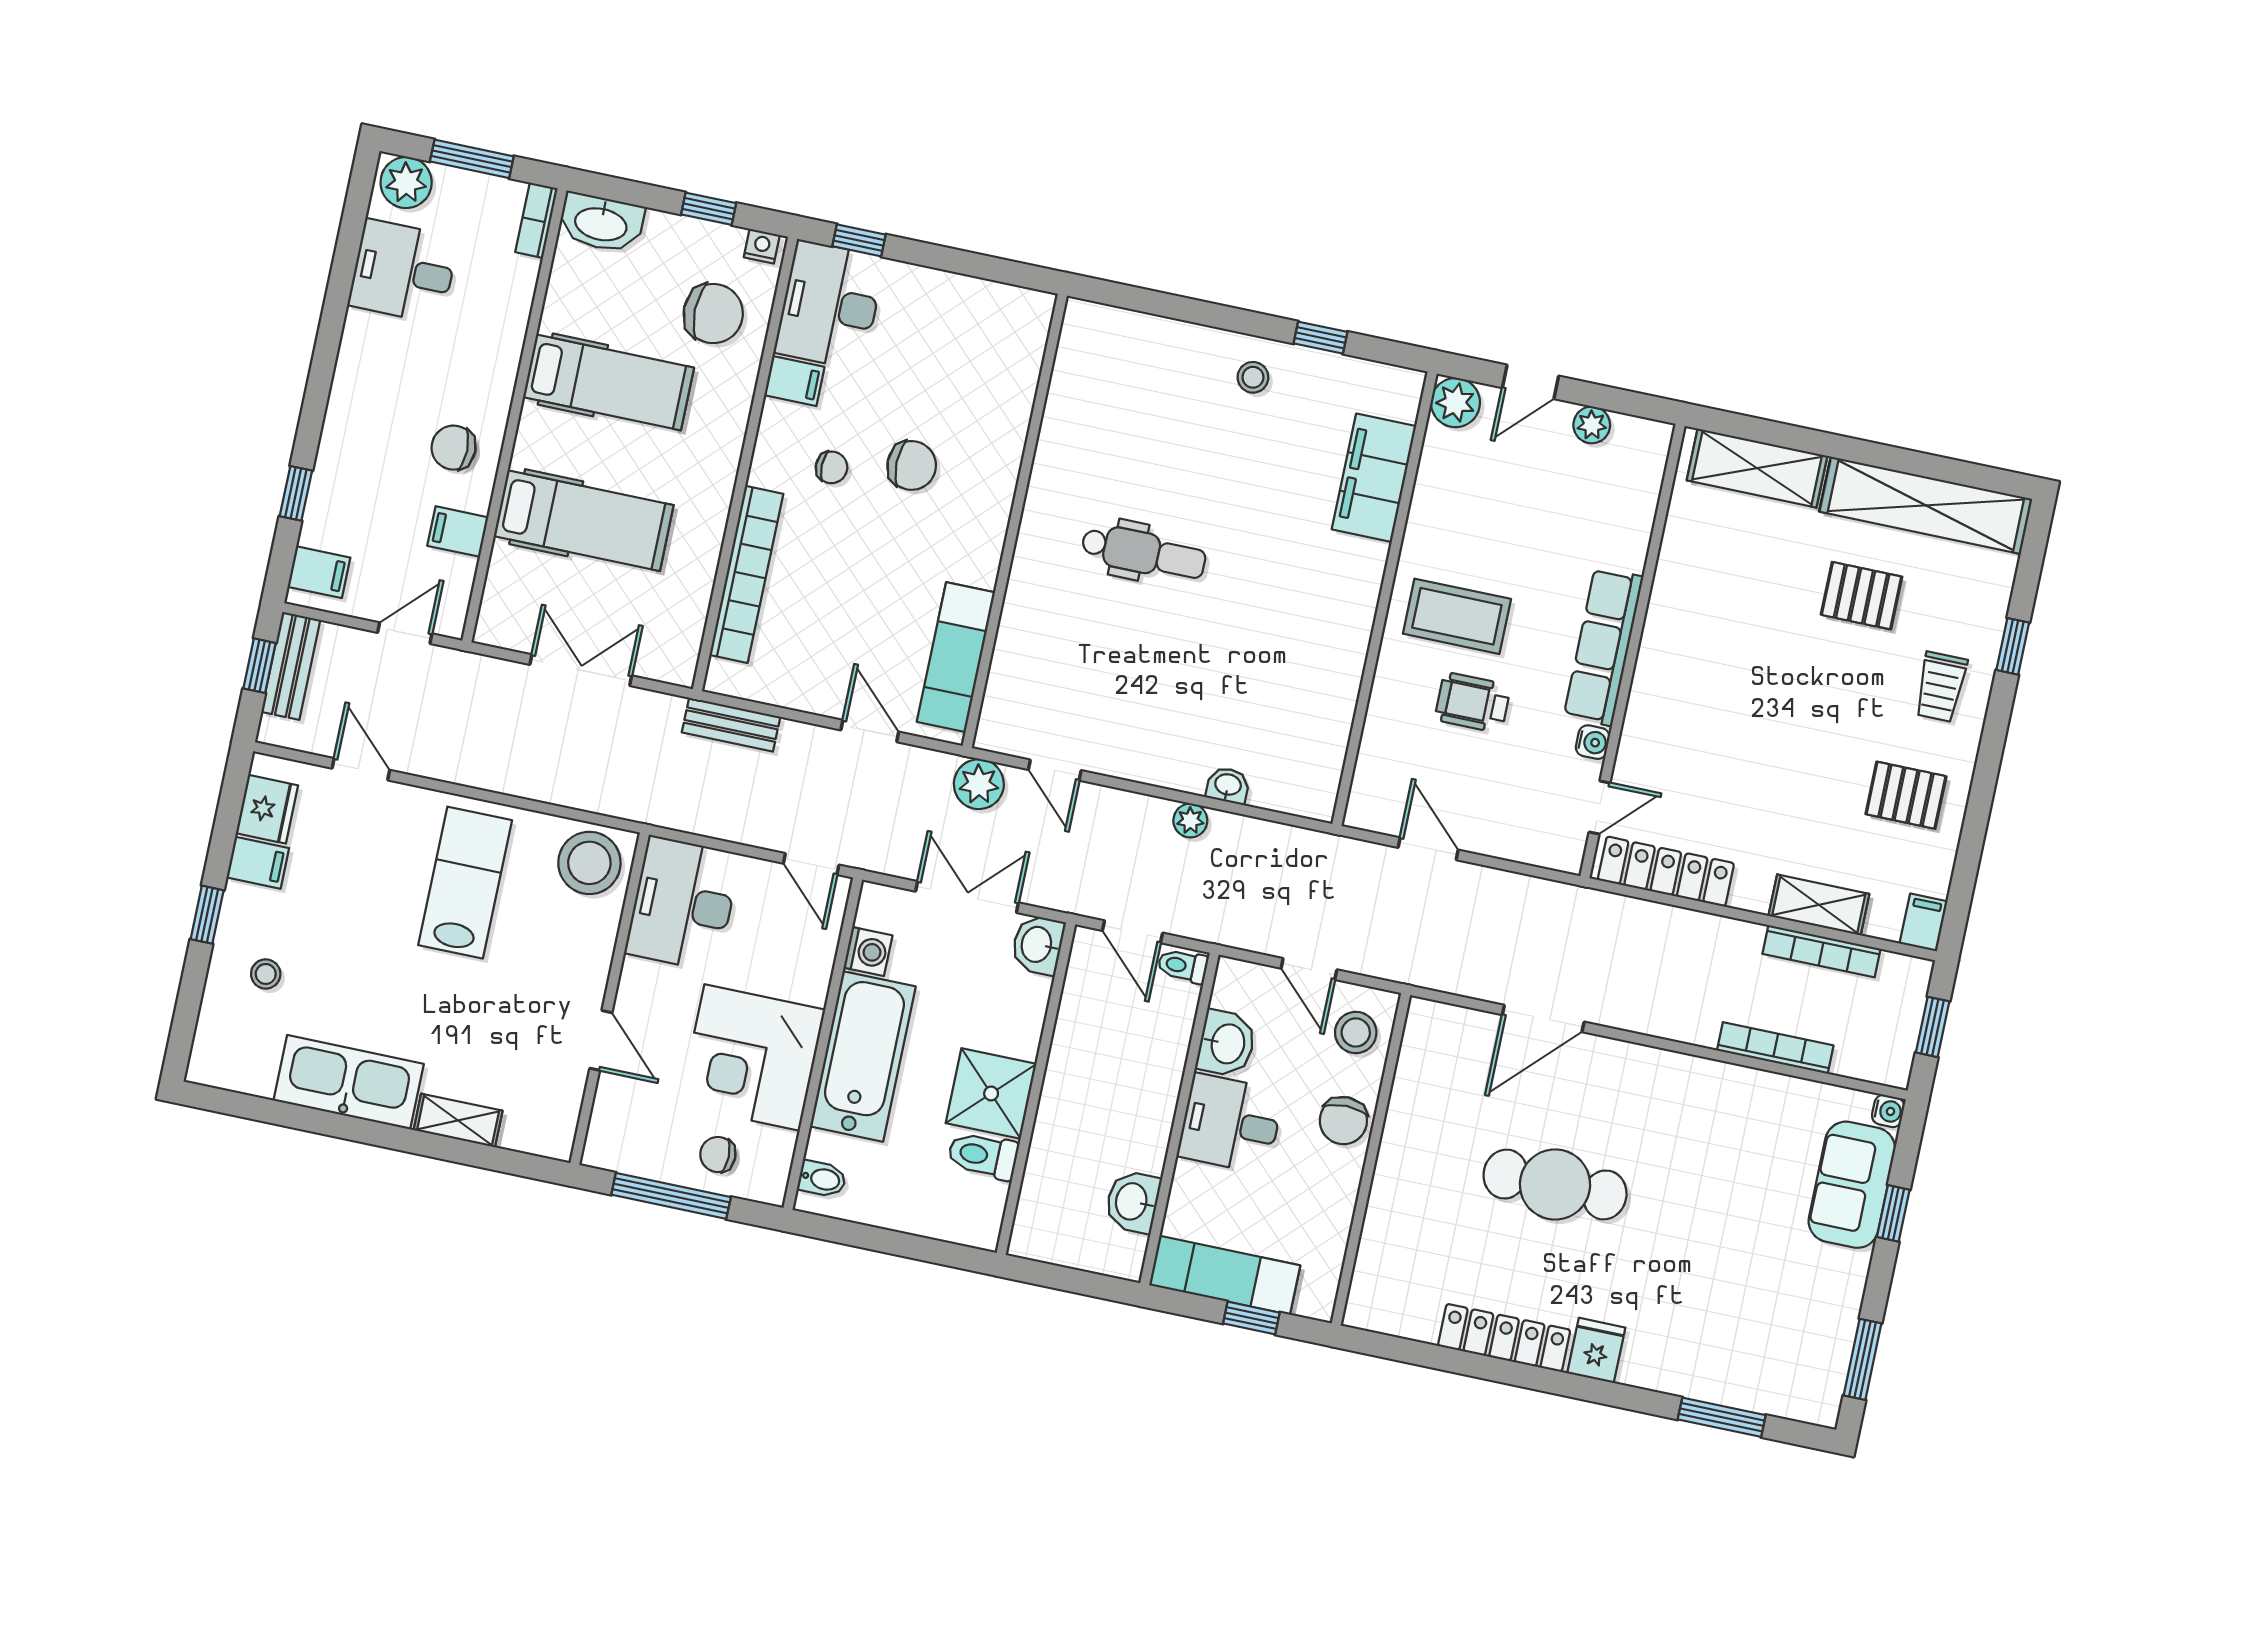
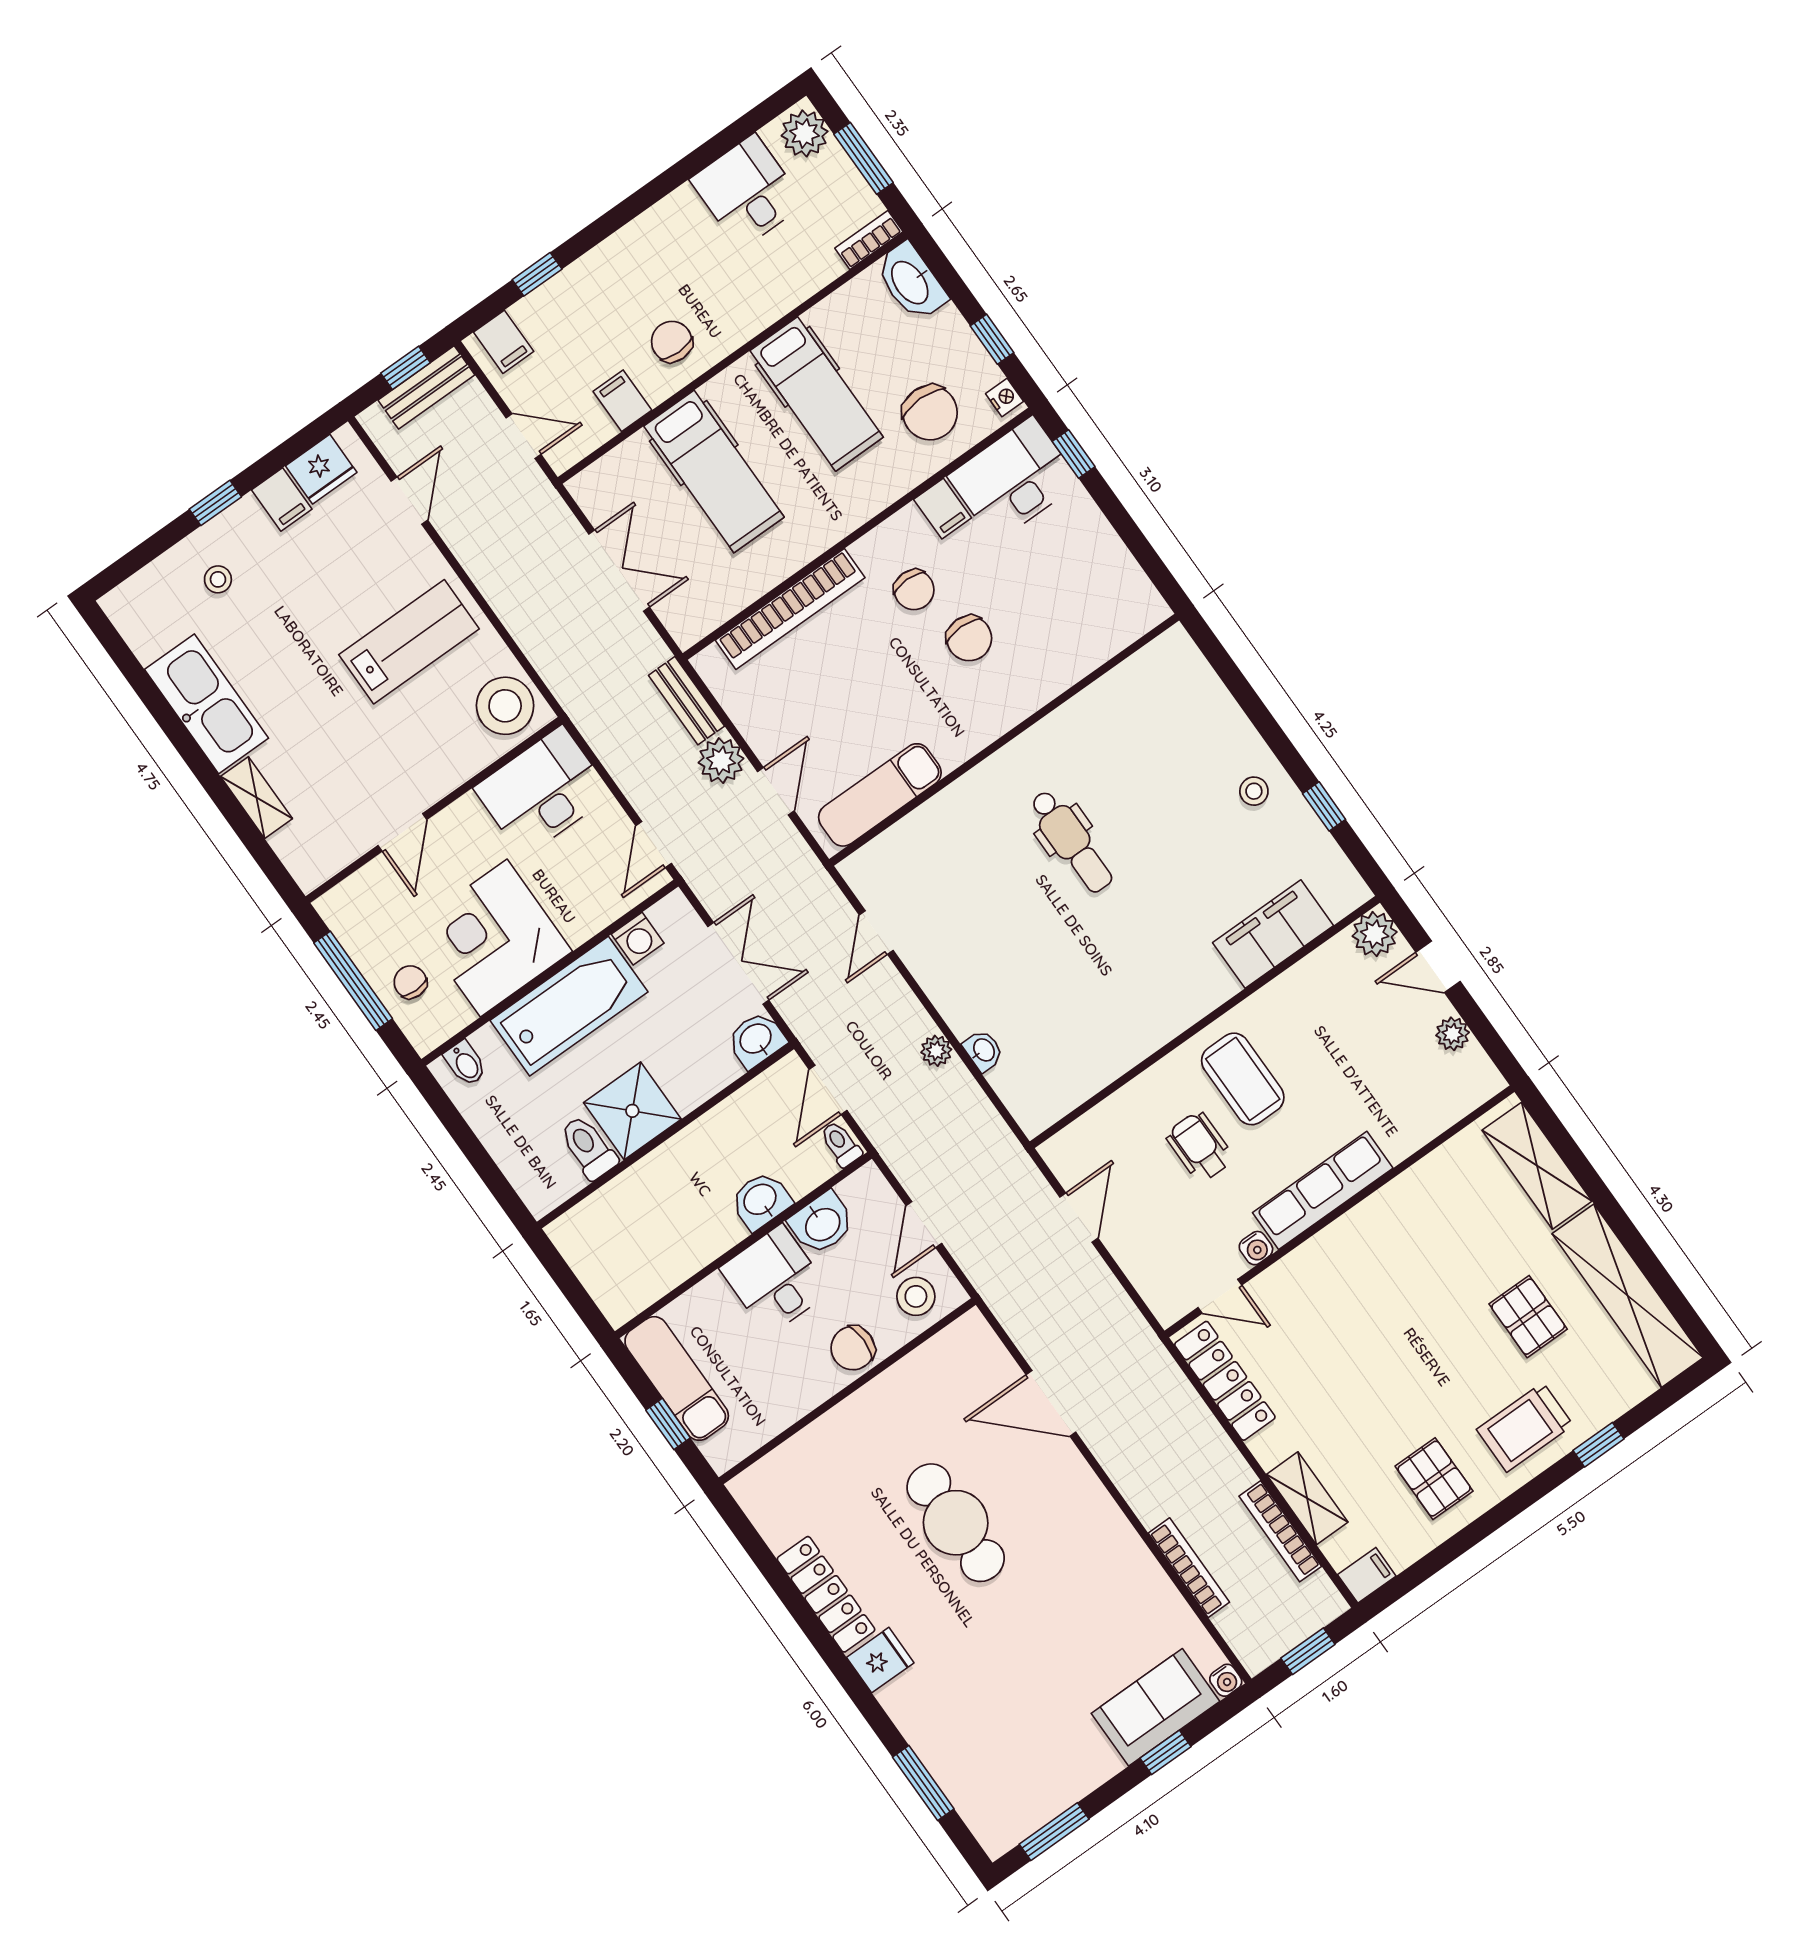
chair: (832, 467) -> (914, 590), width x1.37, depth x1.37
trolley: (1941, 687) -> (1525, 1427), width x1.36, depth x1.39
plant: (979, 784) -> (721, 761), moved
washbasin: (1133, 1202) -> (761, 1200), moved

